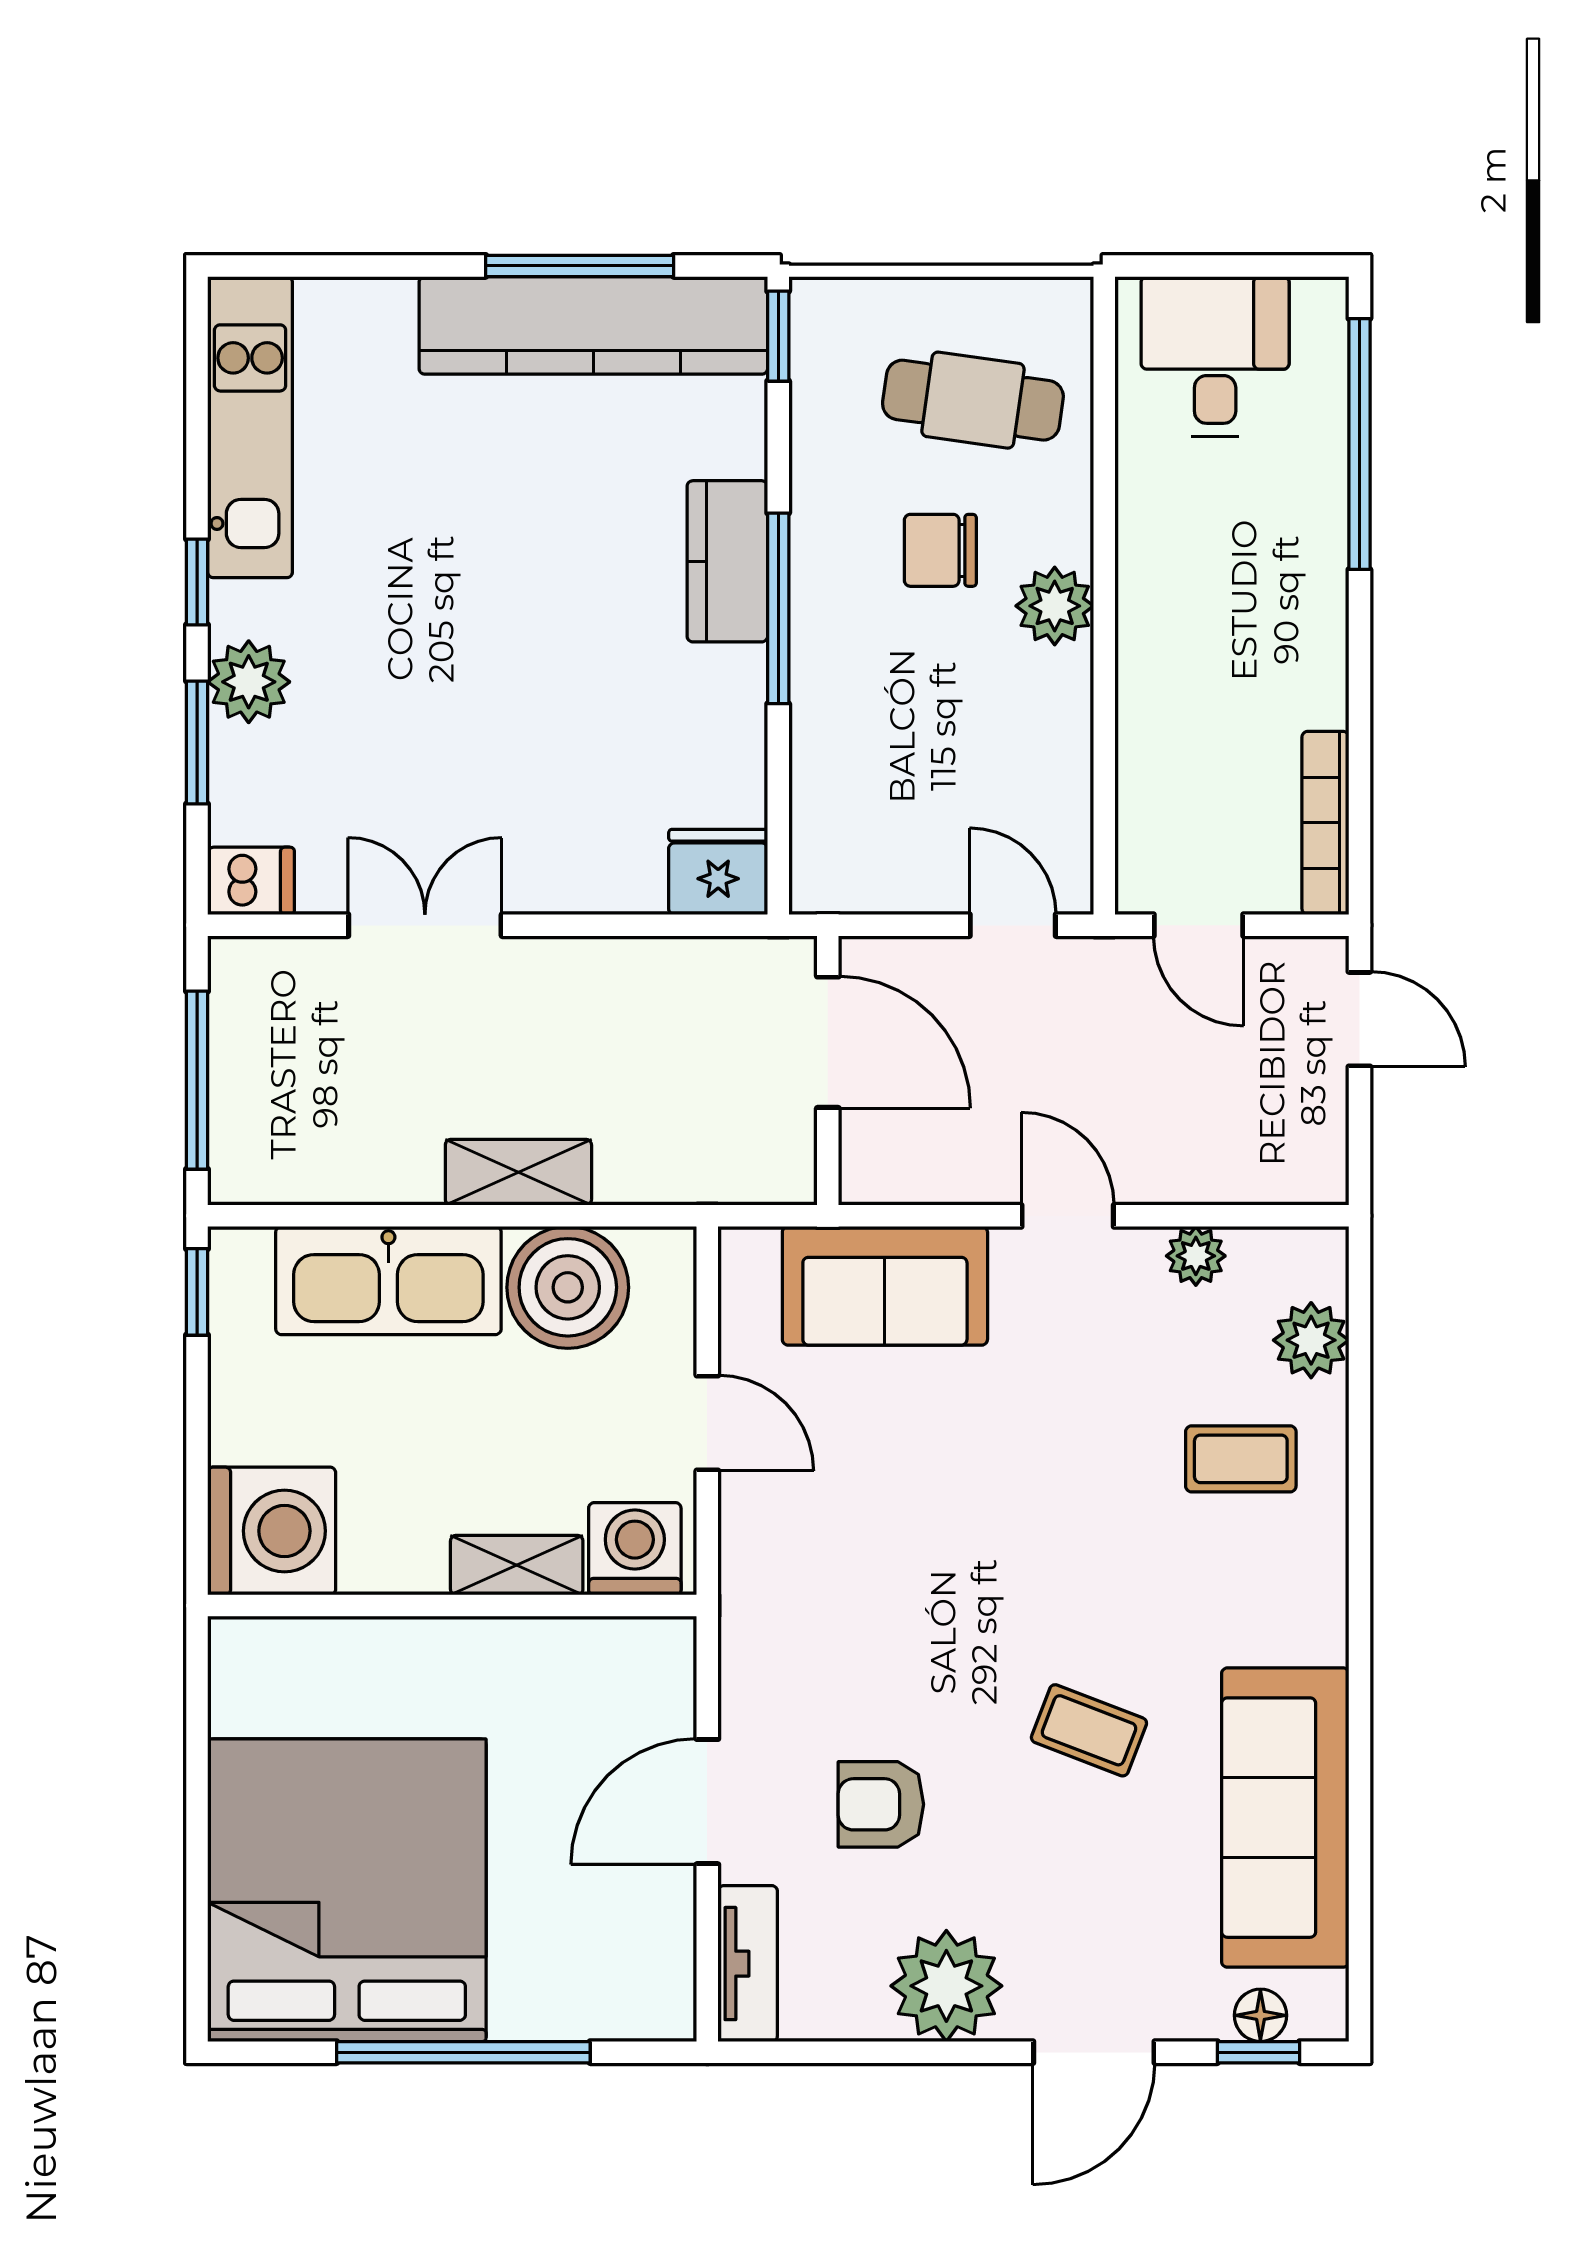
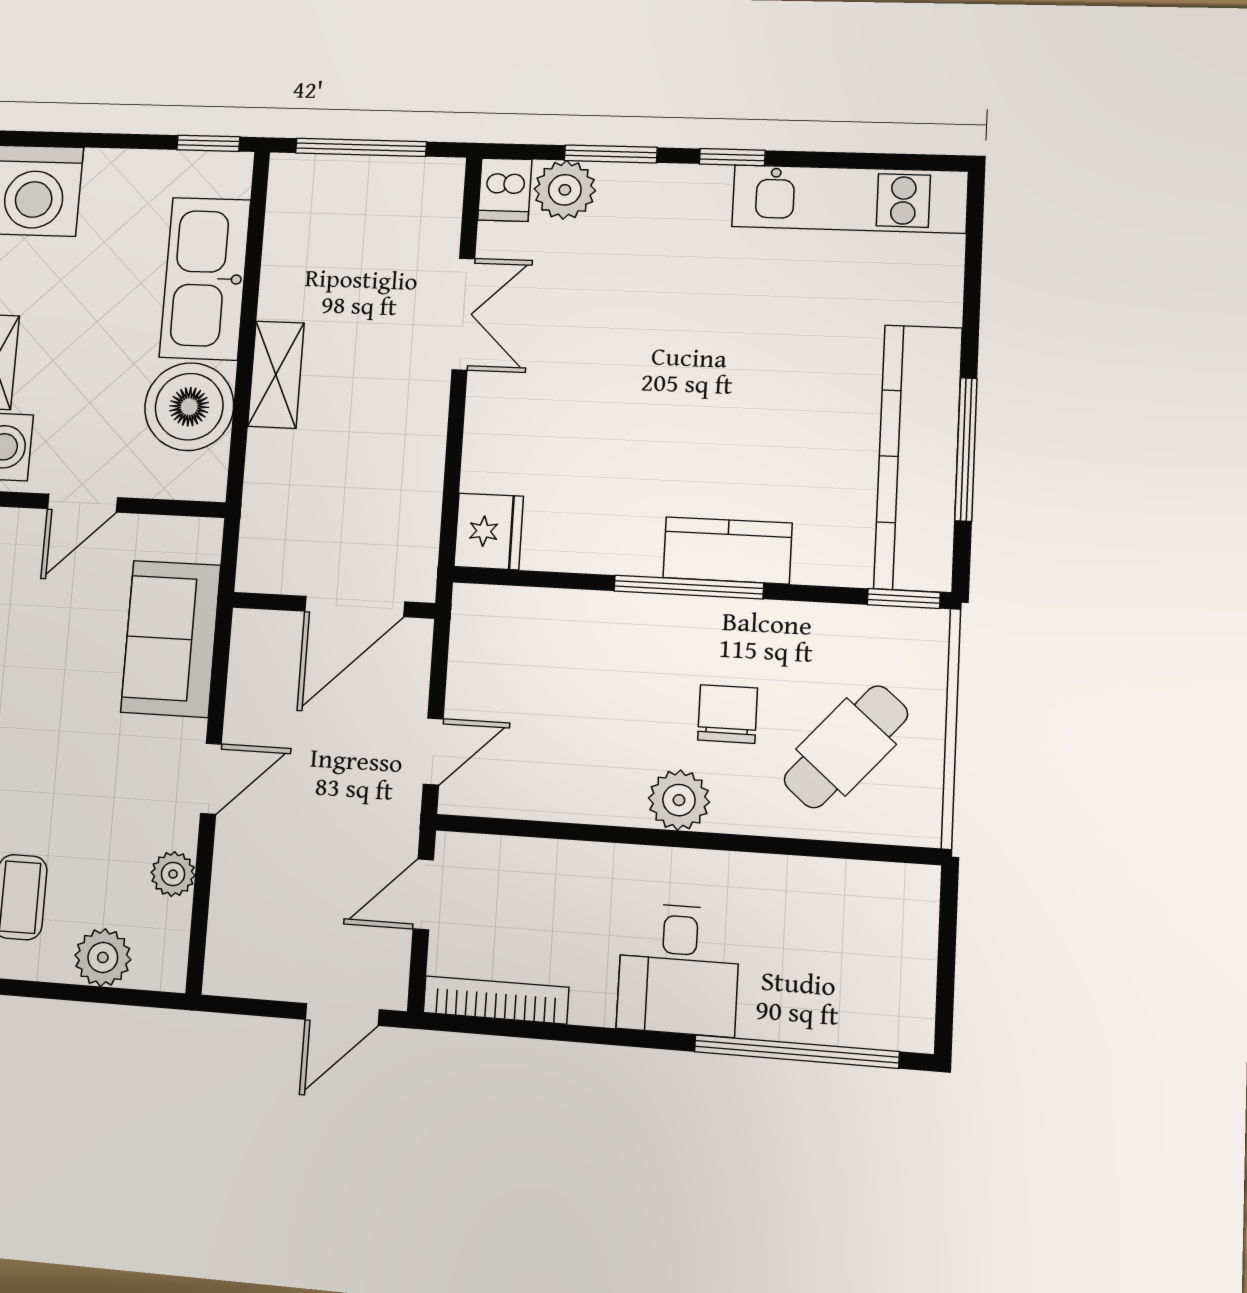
desk: (1215, 356) -> (678, 969), moved, turned 90
cafe table: (973, 400) -> (846, 747), turned 33
plant: (249, 682) -> (565, 190), moved

